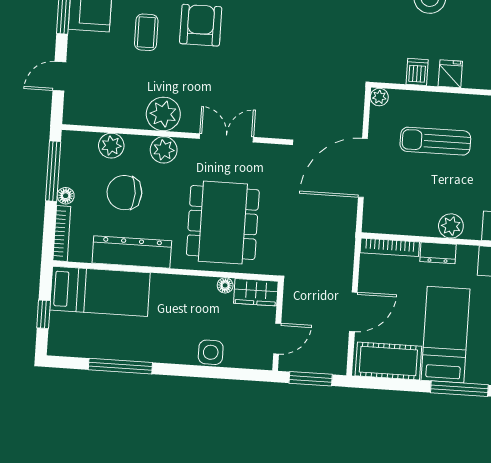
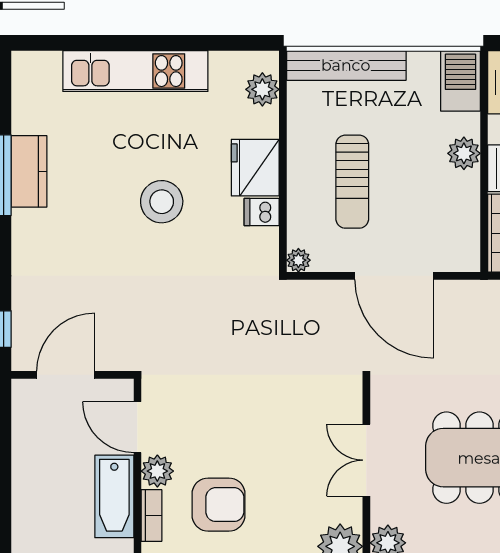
armchair: (201, 25) -> (219, 505), turned 180
fridge: (450, 74) -> (255, 168), width x1.88, depth x1.34

